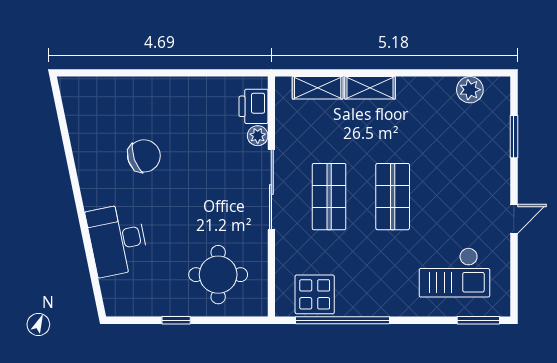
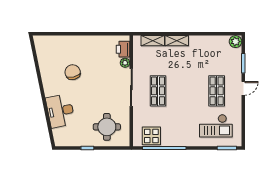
plant: (470, 90) -> (236, 42), moved
chair: (144, 156) -> (73, 72), turned -86
shop shelf: (393, 197) -> (217, 91), moved
door: (514, 219) -> (243, 88), moved

